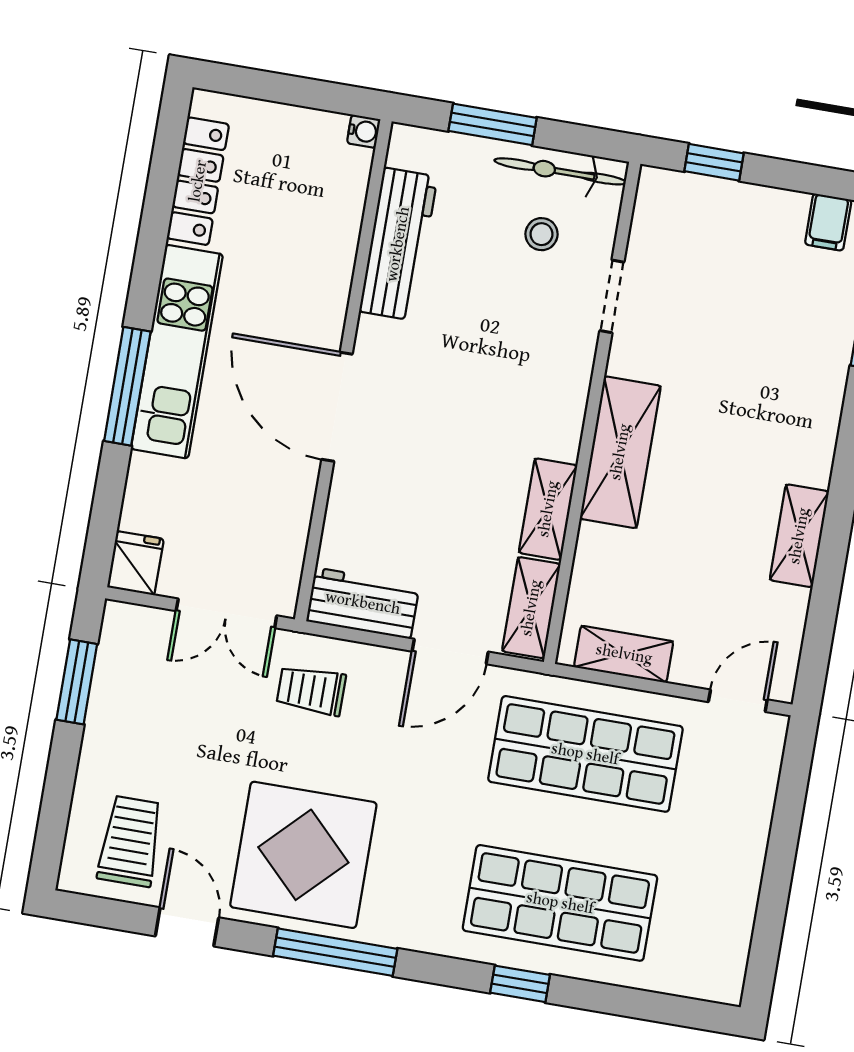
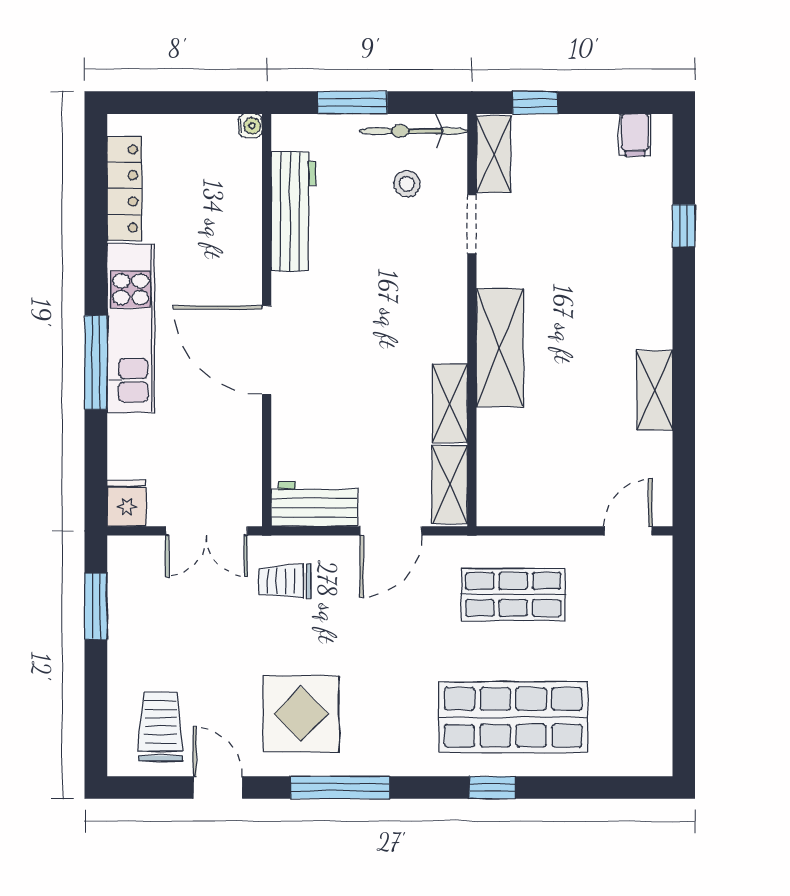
shelving: (624, 654) -> (494, 154), moved, turned 90
shop shelf: (585, 754) -> (513, 594), width x0.70, depth x0.74
display table: (303, 855) -> (301, 714), width x0.73, depth x0.73

